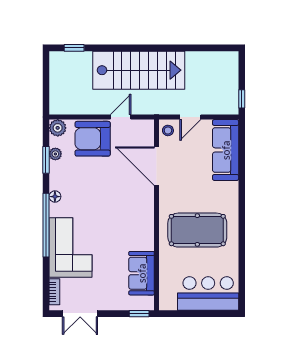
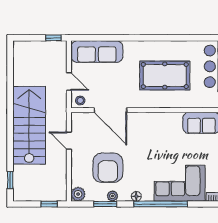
window: (46, 94) -> (49, 204), added
armchair: (93, 139) -> (108, 168), moved
plant: (55, 154) -> (112, 196), moved
door: (157, 166) -> (111, 110), hinge flipped
pool table: (197, 230) -> (165, 76), turned 90

